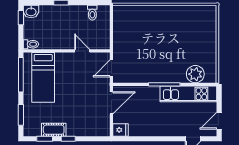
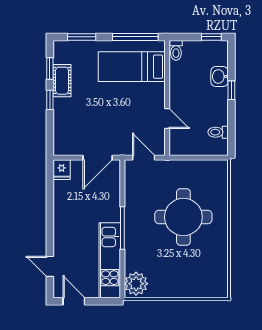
washbasin: (31, 12) -> (219, 76), moved
round table: (156, 39) -> (183, 217), added
door: (82, 51) -> (167, 119), hinge flipped
plant: (195, 74) -> (136, 284), moved
door: (111, 103) -> (98, 158), hinge flipped

